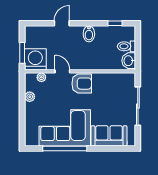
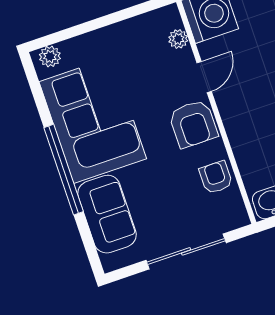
armchair: (109, 82) -> (216, 177), added
plant: (30, 97) -> (50, 56), moved
window: (65, 149) -> (64, 170), moved

